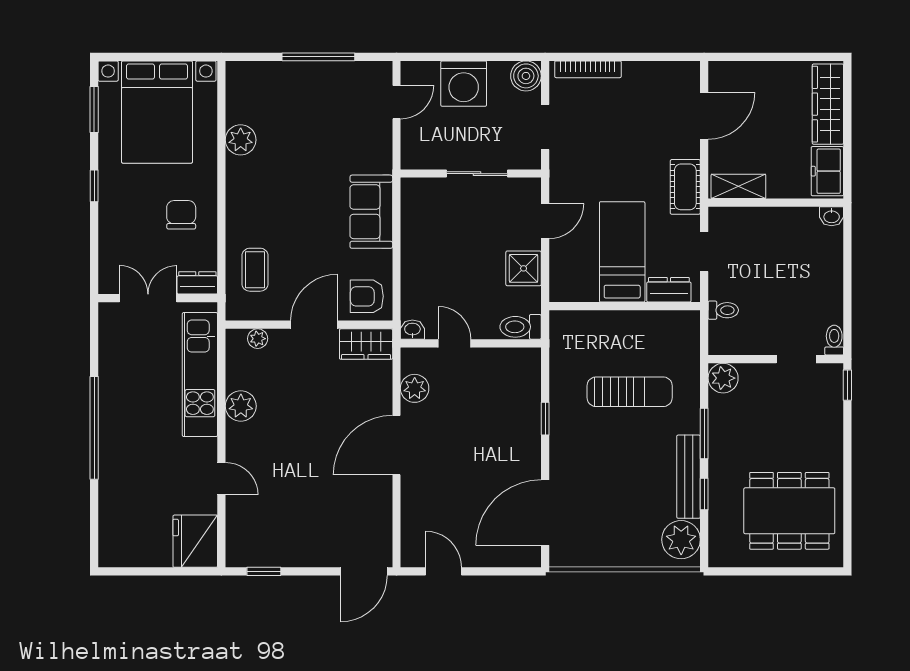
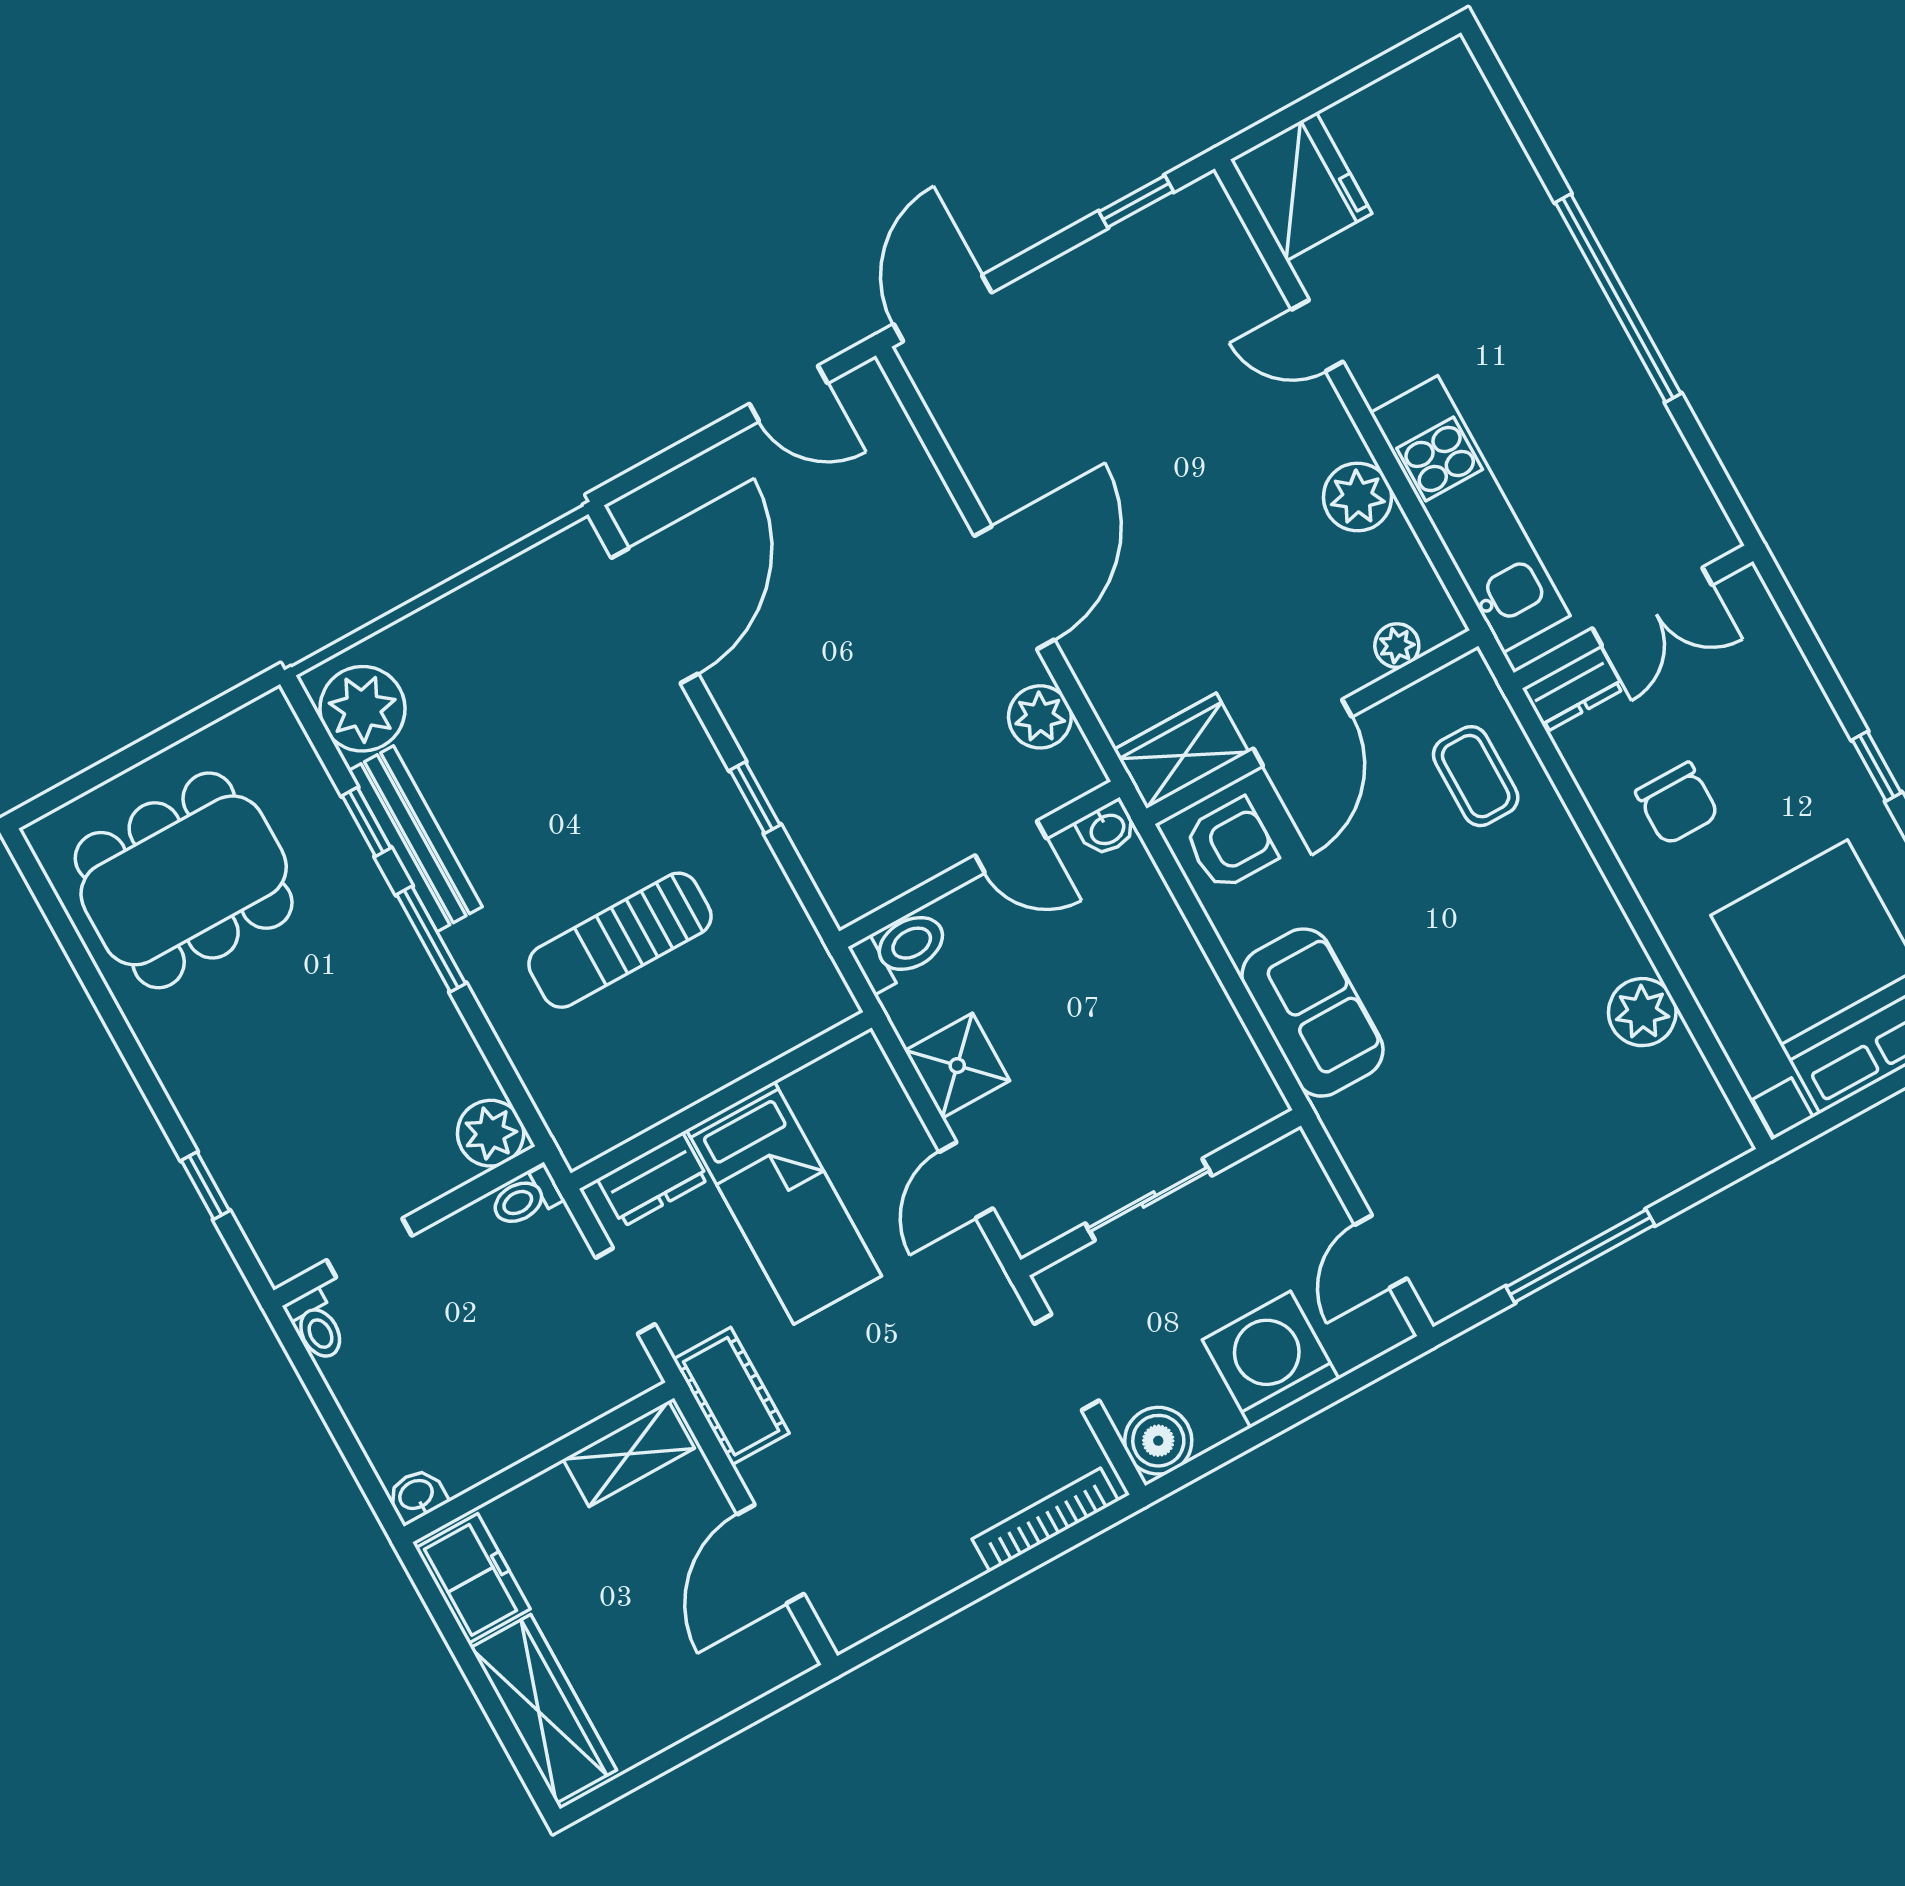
toilet: (834, 340) -> (316, 1325), moved
wall: (776, 359) -> (409, 1226), moved
doorway: (796, 359) -> (369, 1248), moved
plant: (723, 378) -> (491, 1133), moved

